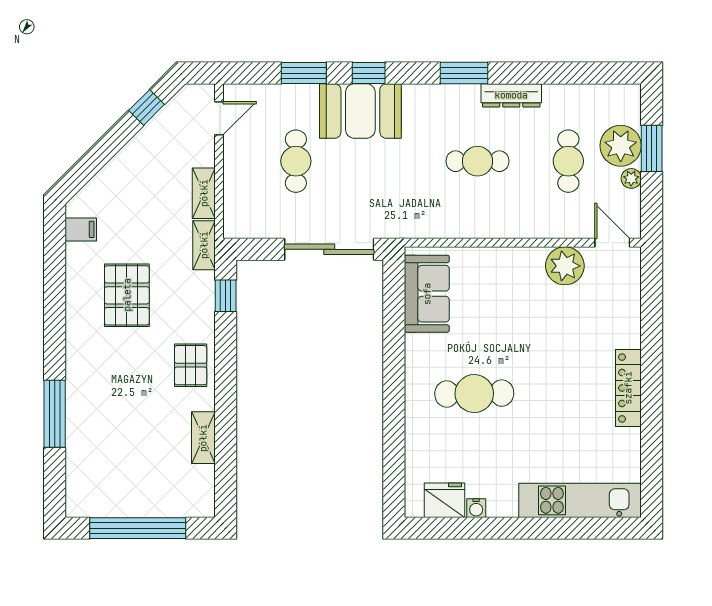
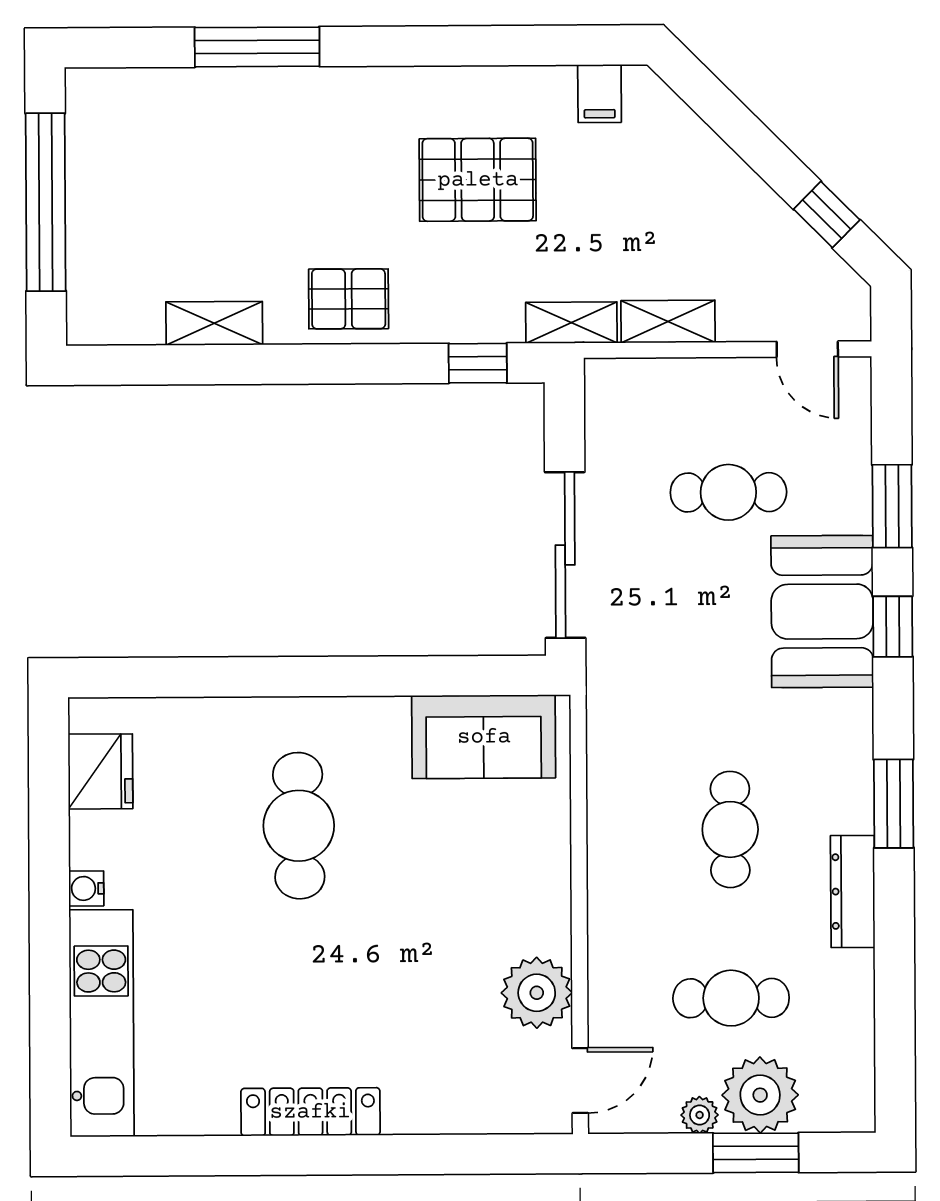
water cooler: (476, 508) -> (86, 888), moved

